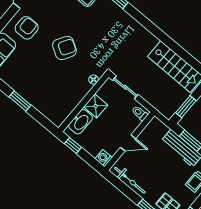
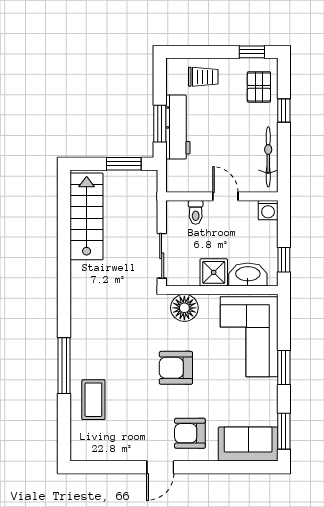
armchair: (64, 48) -> (176, 368), turned -31
floor lamp: (94, 80) -> (184, 308), width x1.89, depth x1.89
corner sofa: (49, 97) -> (249, 337), added
toilet: (140, 113) -> (196, 212), moved

